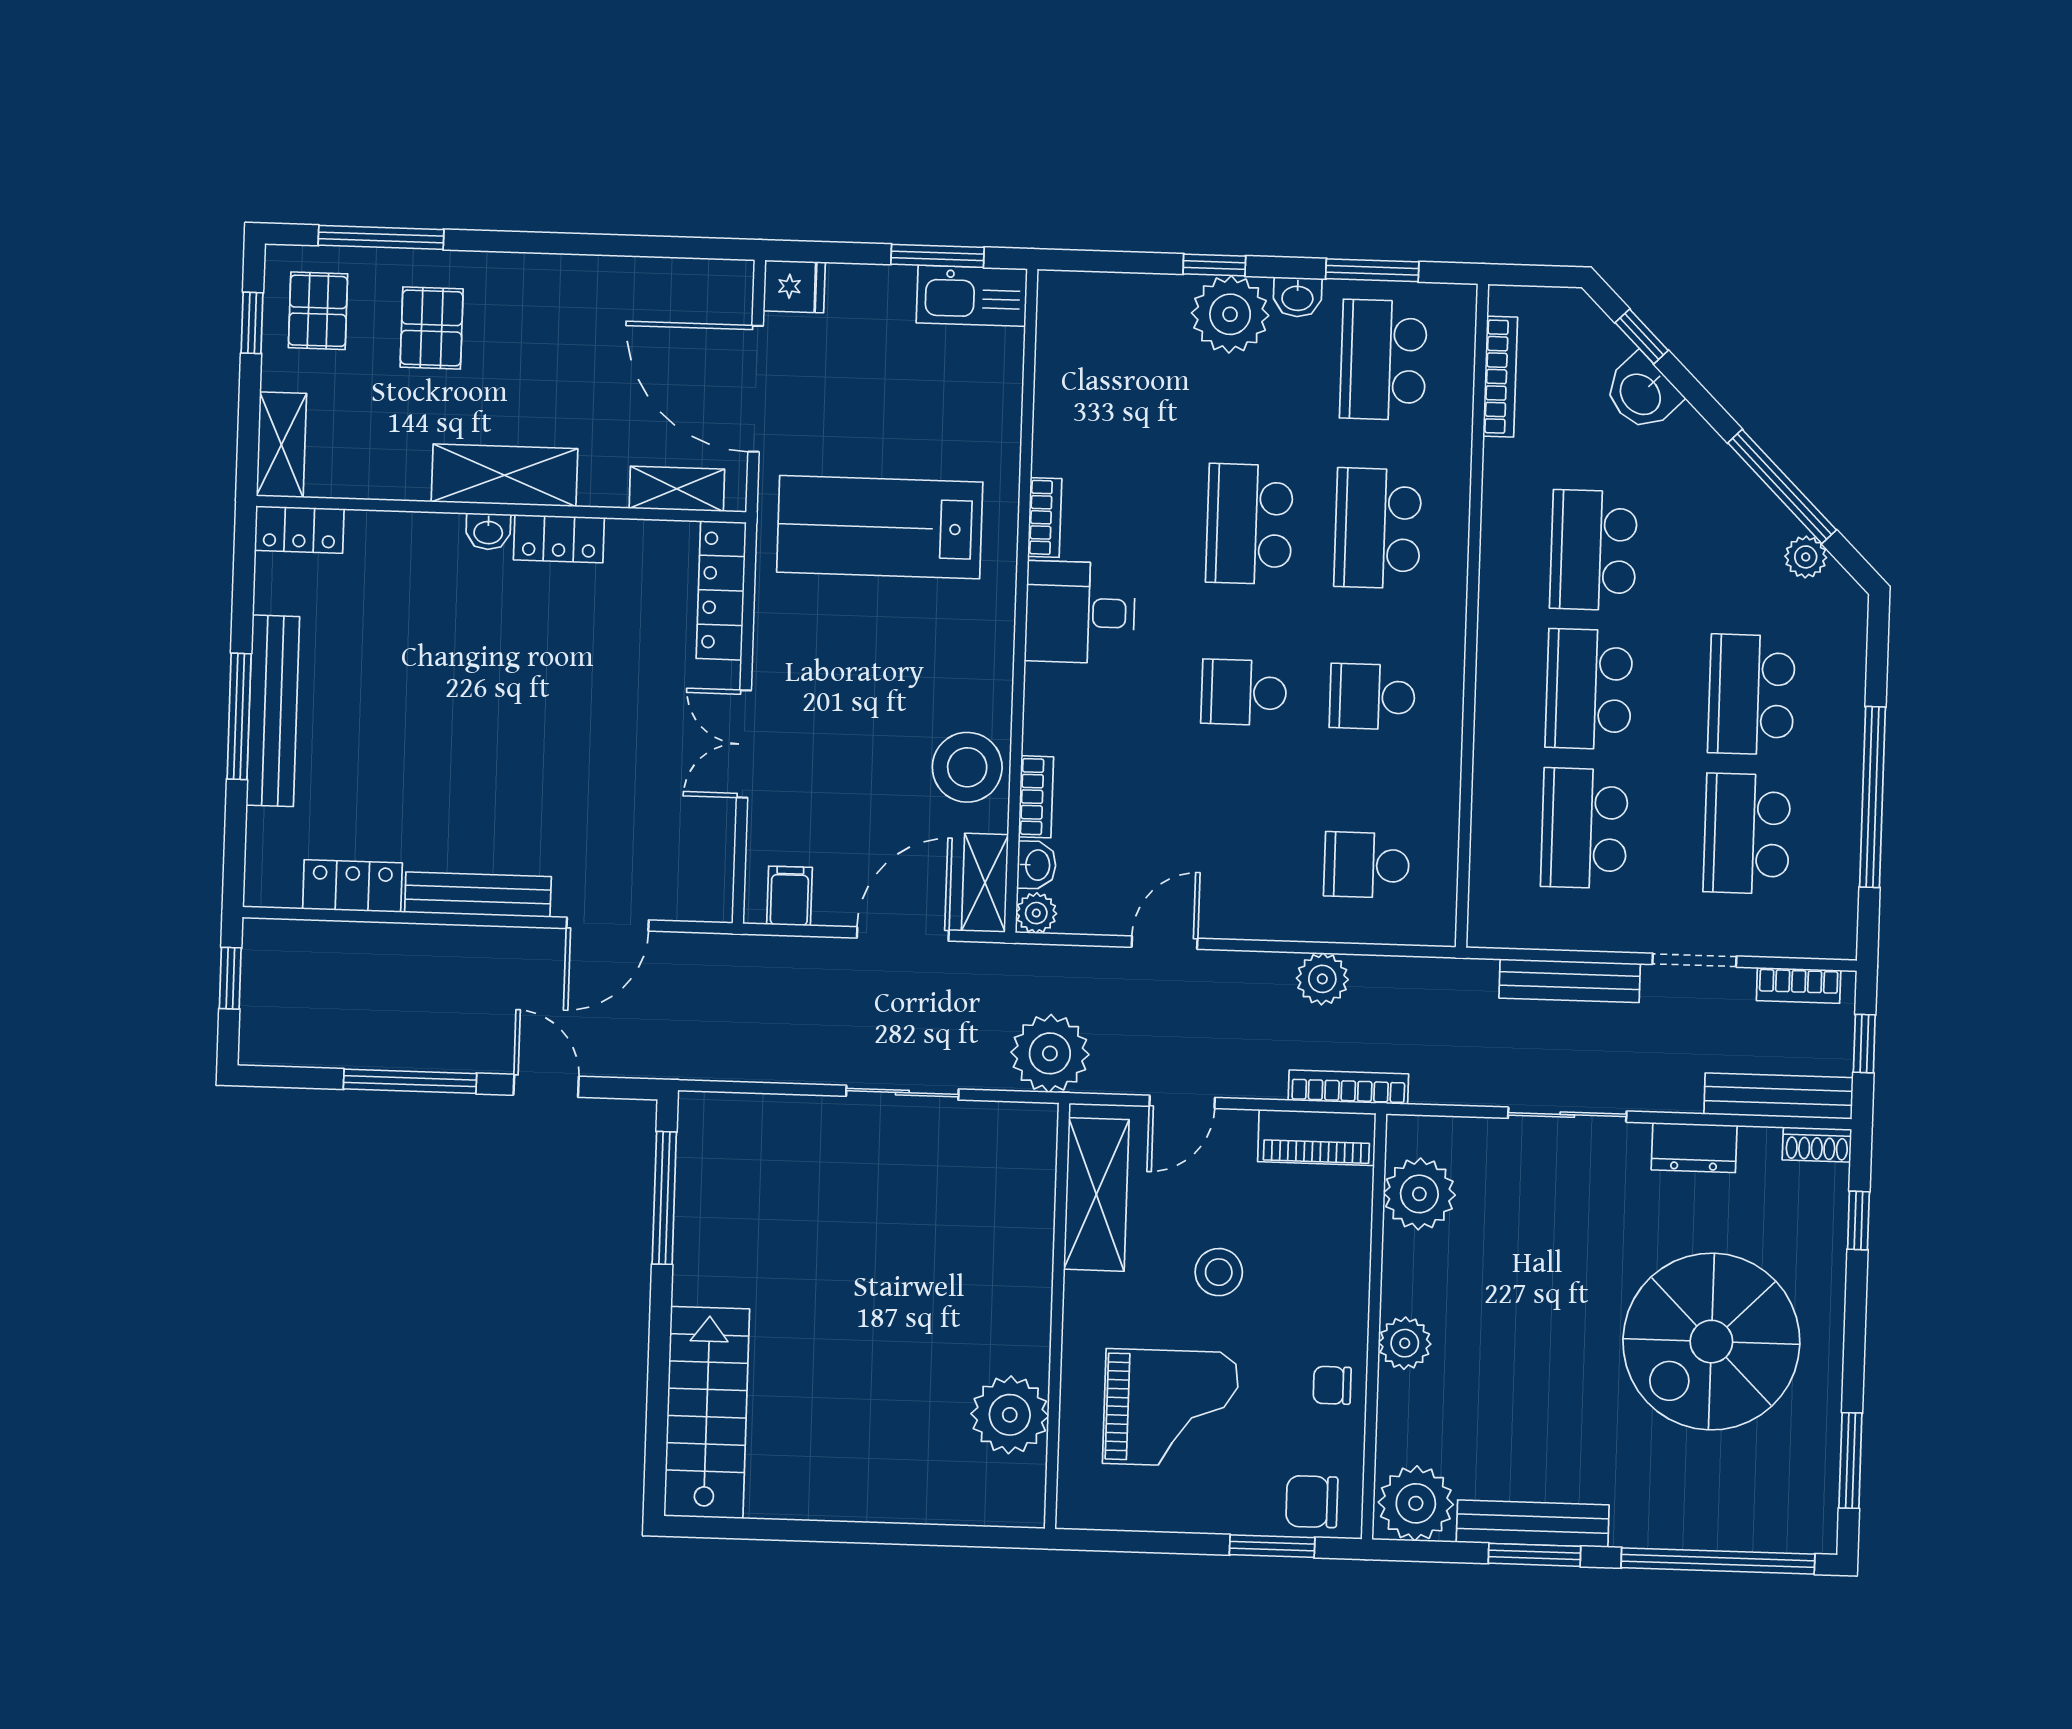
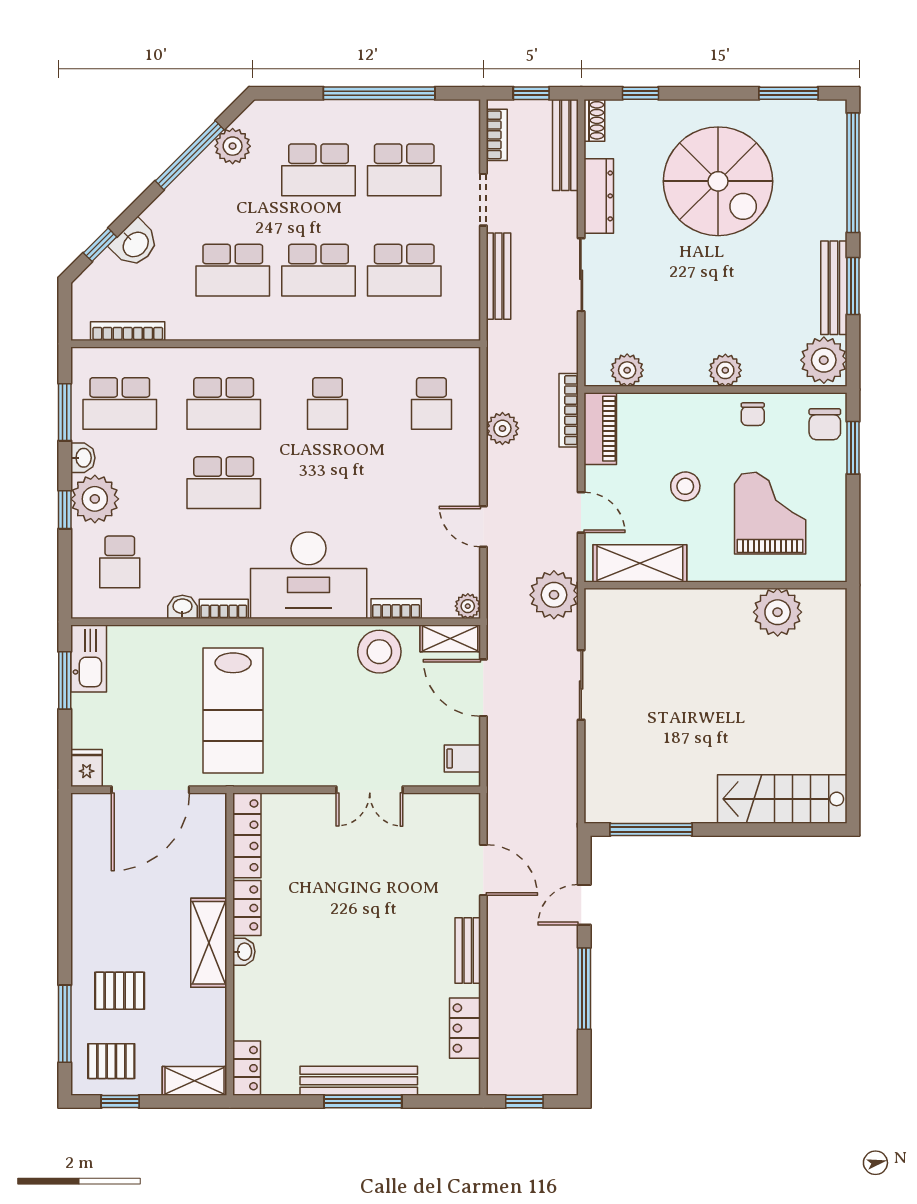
shelving: (677, 489) -> (214, 836), removed
plant: (1806, 557) -> (233, 146), width x1.38, depth x1.38
locker: (721, 590) -> (247, 835), moved, turned -90
desk: (1080, 612) -> (309, 575), width x1.87, depth x1.30
school desk: (1244, 692) -> (120, 562), moved
washbasin: (1037, 865) -> (182, 607), moved
bench: (478, 895) -> (468, 951), width x0.73
dresser: (1694, 1148) -> (599, 196), width x1.44
plant: (1419, 1194) -> (627, 370), width x0.73, depth x0.73

